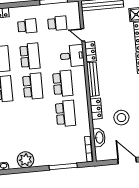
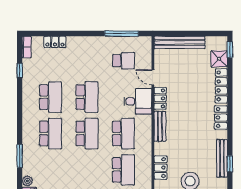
school desk: (27, 26) -> (87, 61), removed
bench: (93, 79) -> (160, 126), width x0.73

